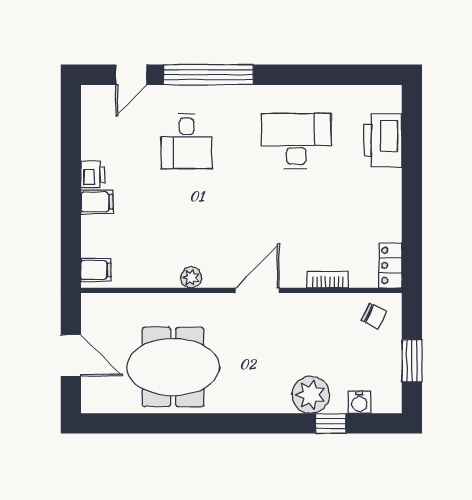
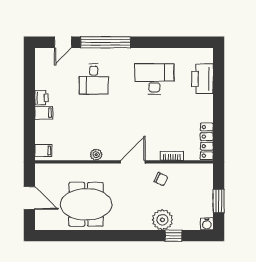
locker: (390, 265) -> (207, 141), width x1.53
chair: (374, 316) -> (161, 179), moved
water cooler: (359, 402) -> (207, 224), moved

